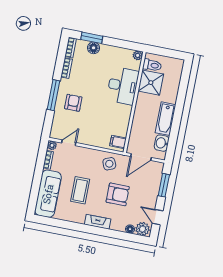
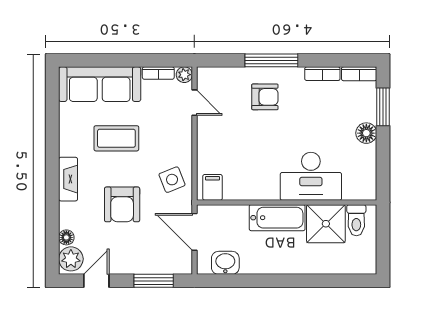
floor lamp: (94, 48) -> (366, 133), moved
plant: (138, 55) -> (368, 192), removed
bathtub: (166, 119) -> (277, 218), moved, turned 180

